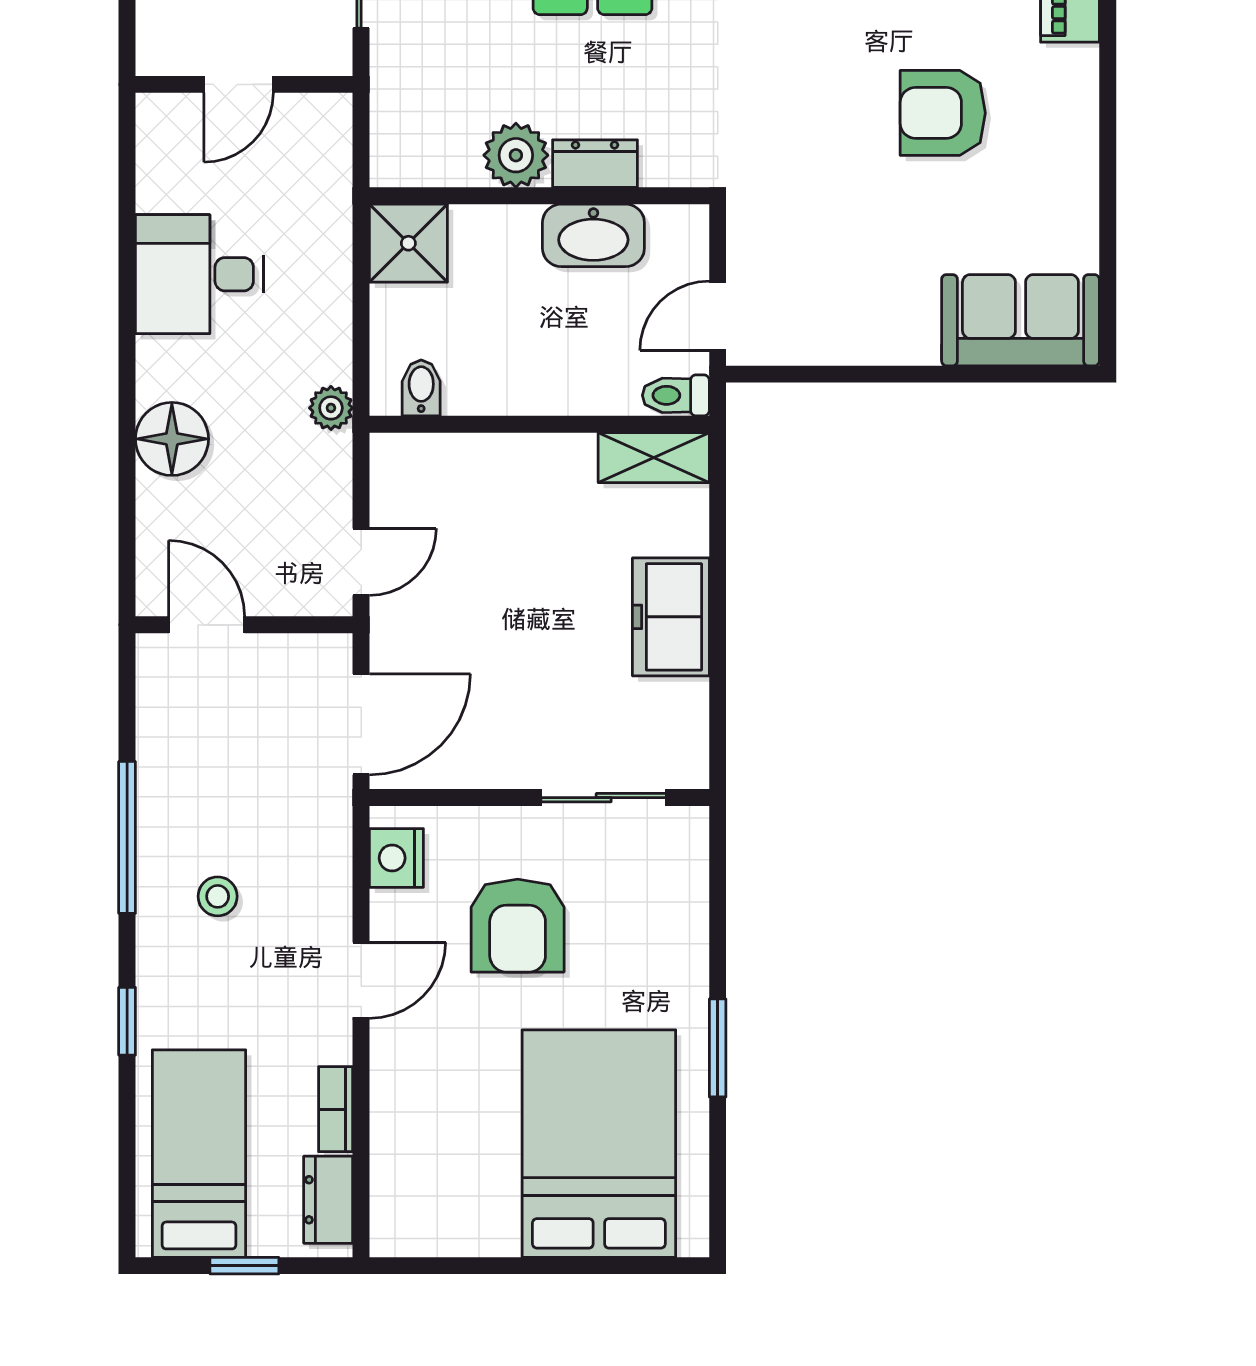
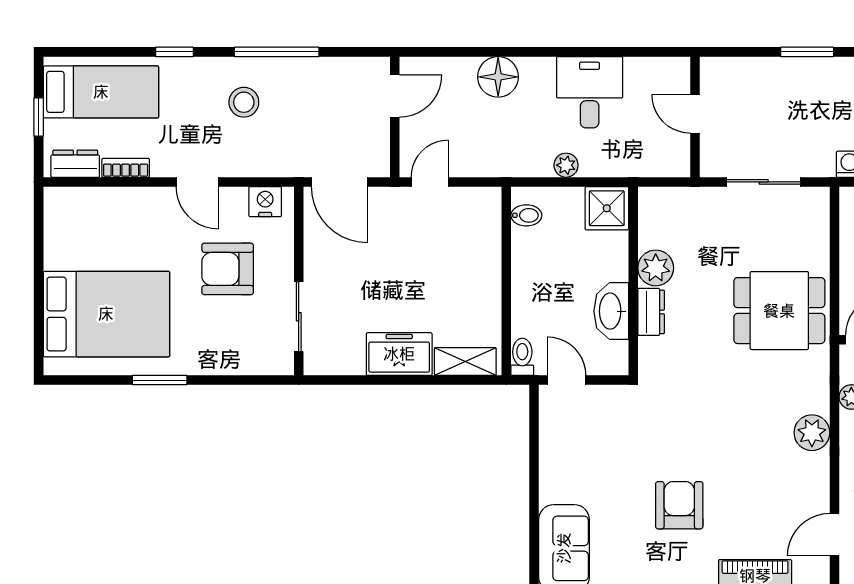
plant: (331, 408) -> (566, 165), moved
shelving: (654, 458) -> (465, 362), moved, turned 90
door: (361, 562) -> (430, 182), swing flipped
stool: (218, 896) -> (244, 102), width x1.37, depth x1.37

